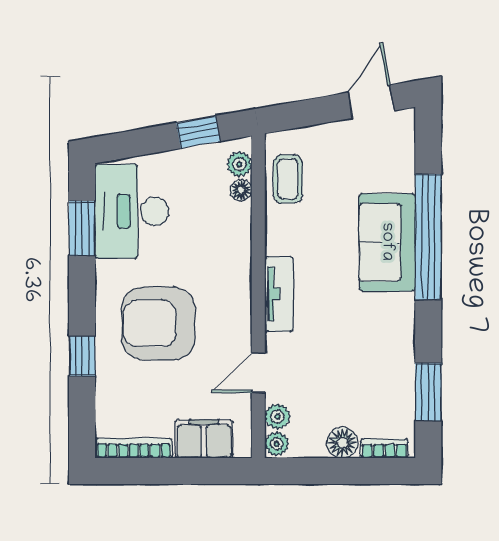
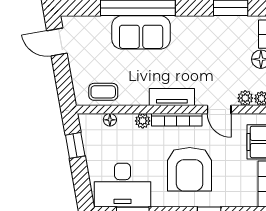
plant: (239, 164) -> (143, 121), moved
bookcase: (241, 302) -> (177, 120), added

